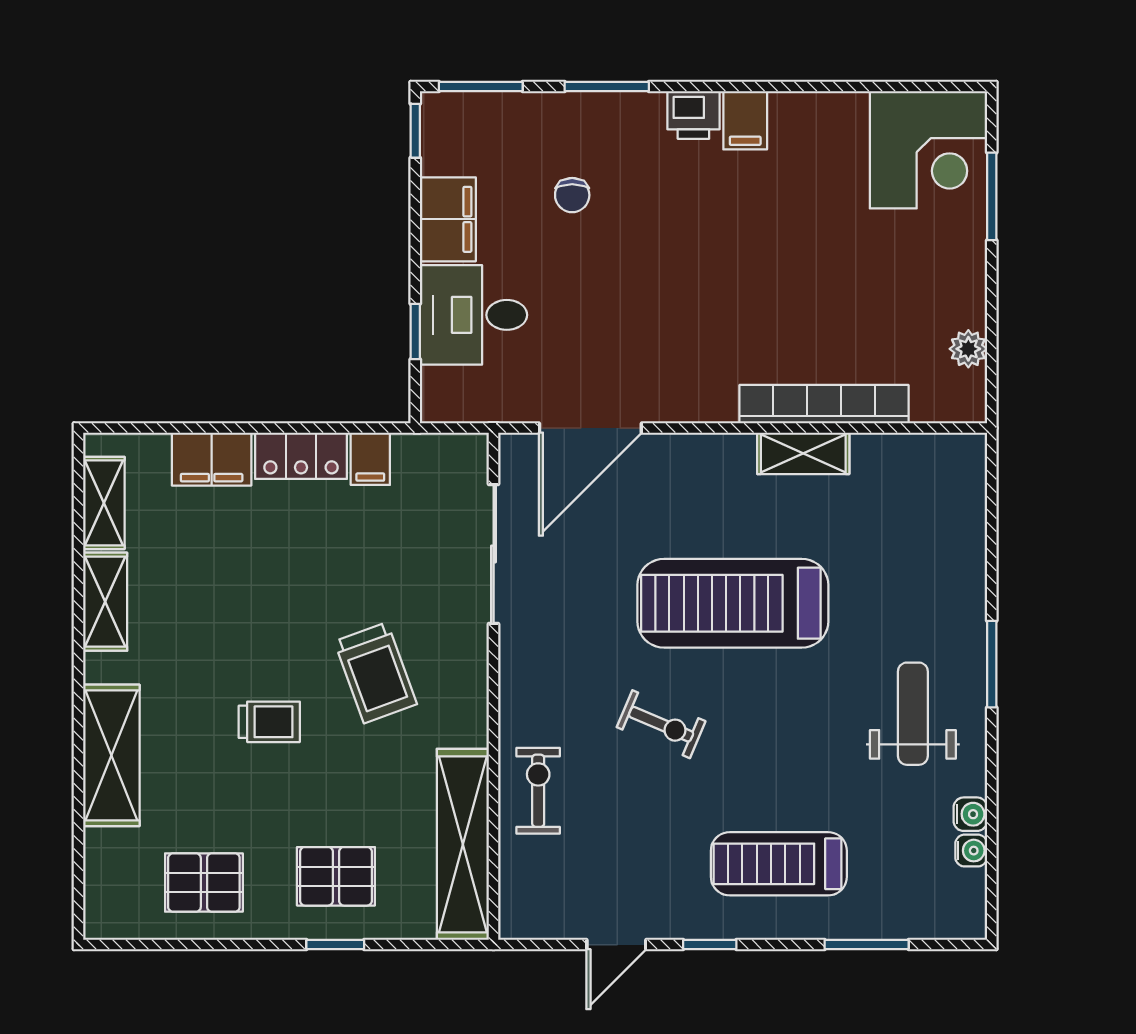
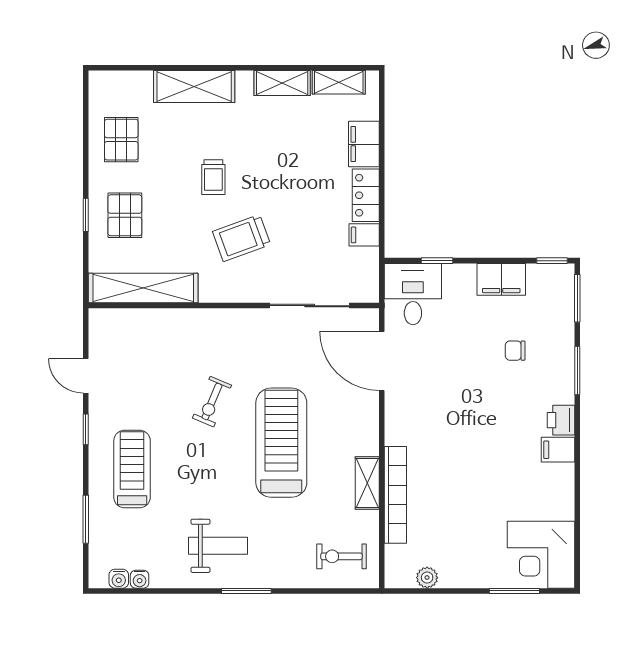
desk: (473, 315) -> (413, 294), moved
exercise bike: (538, 791) -> (341, 556), moved, turned 180
water cooler: (970, 814) -> (119, 579), moved

